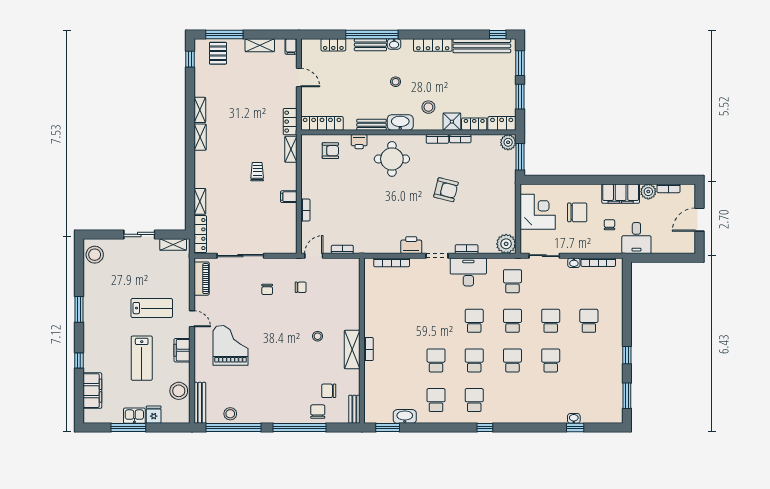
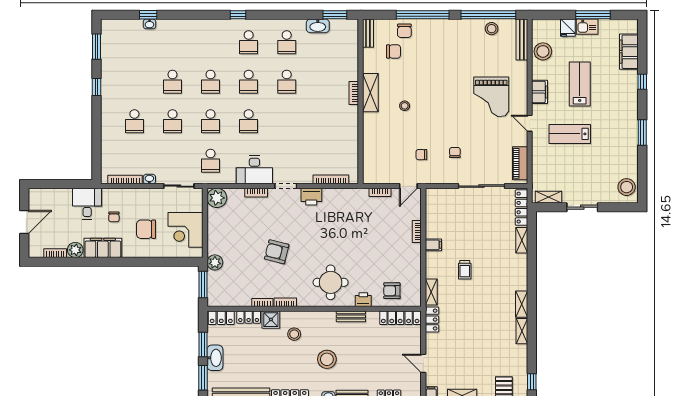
stool: (396, 82) -> (327, 359), width x1.89, depth x1.89
washbasin: (400, 122) -> (215, 358), moved, turned -90
plant: (508, 142) -> (215, 262), moved

